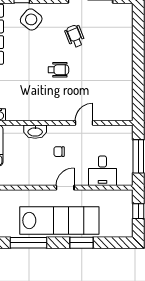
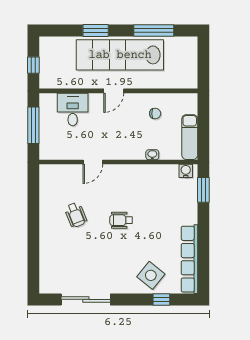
wheelchair: (75, 36) -> (76, 215), moved
washbasin: (35, 132) -> (152, 155), width x0.52, depth x0.69
chair: (59, 152) -> (155, 114), moved

